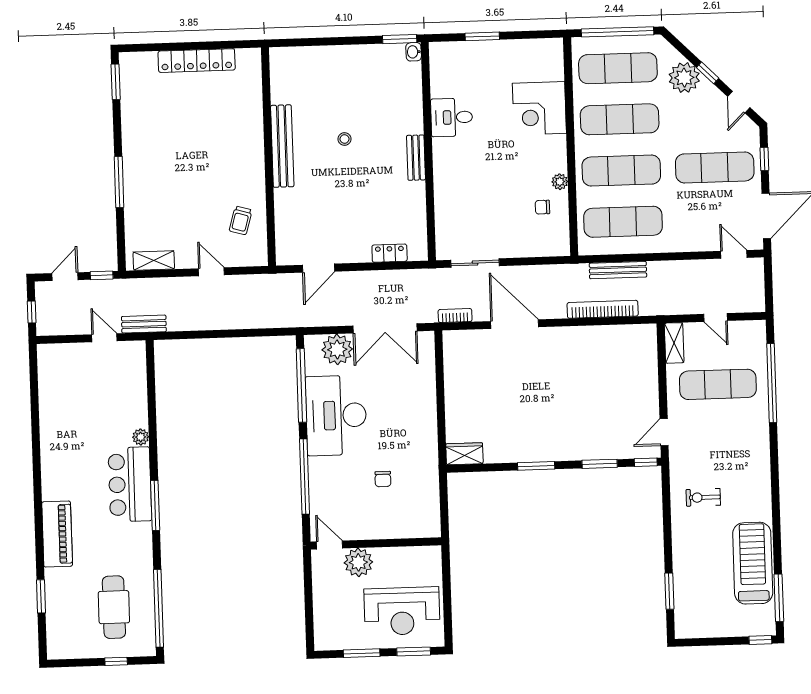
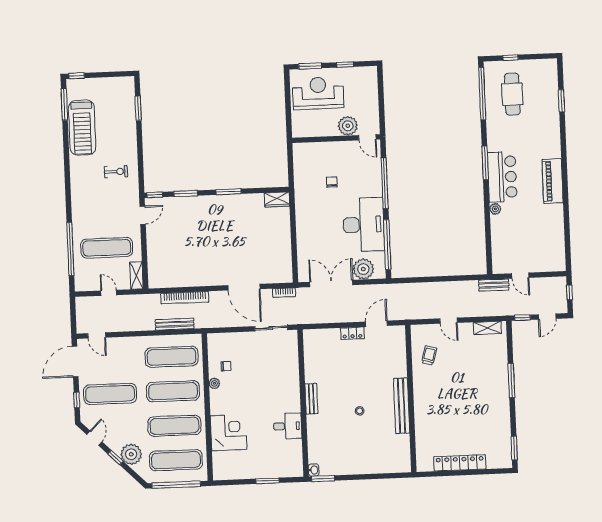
locker: (390, 253) -> (352, 333), moved
piano: (57, 534) -> (553, 181), moved
window: (362, 653) -> (345, 65), width x0.67

